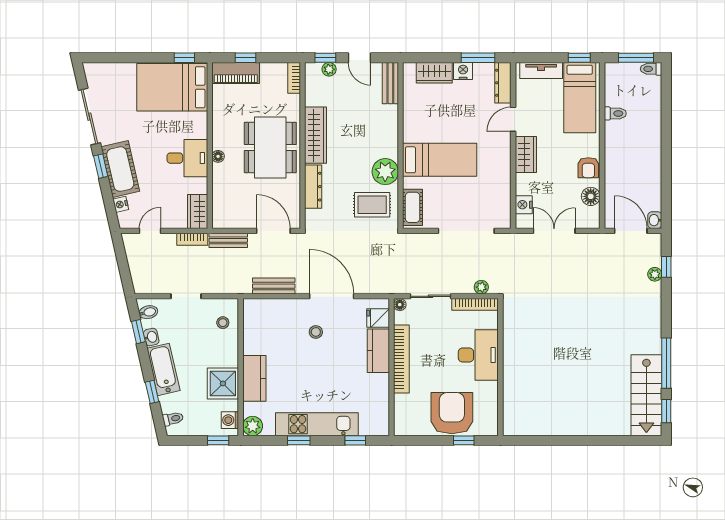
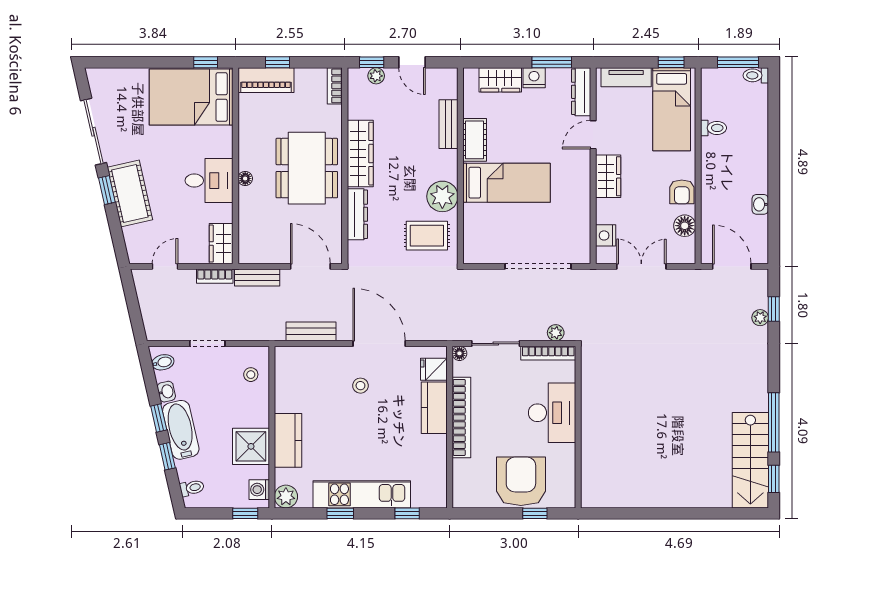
bench: (390, 83) -> (448, 124), moved
nightstand: (121, 204) -> (130, 235), removed
cot: (413, 207) -> (475, 140), moved
washbasin: (655, 220) -> (760, 204), moved
window: (138, 332) -> (159, 418), moved

